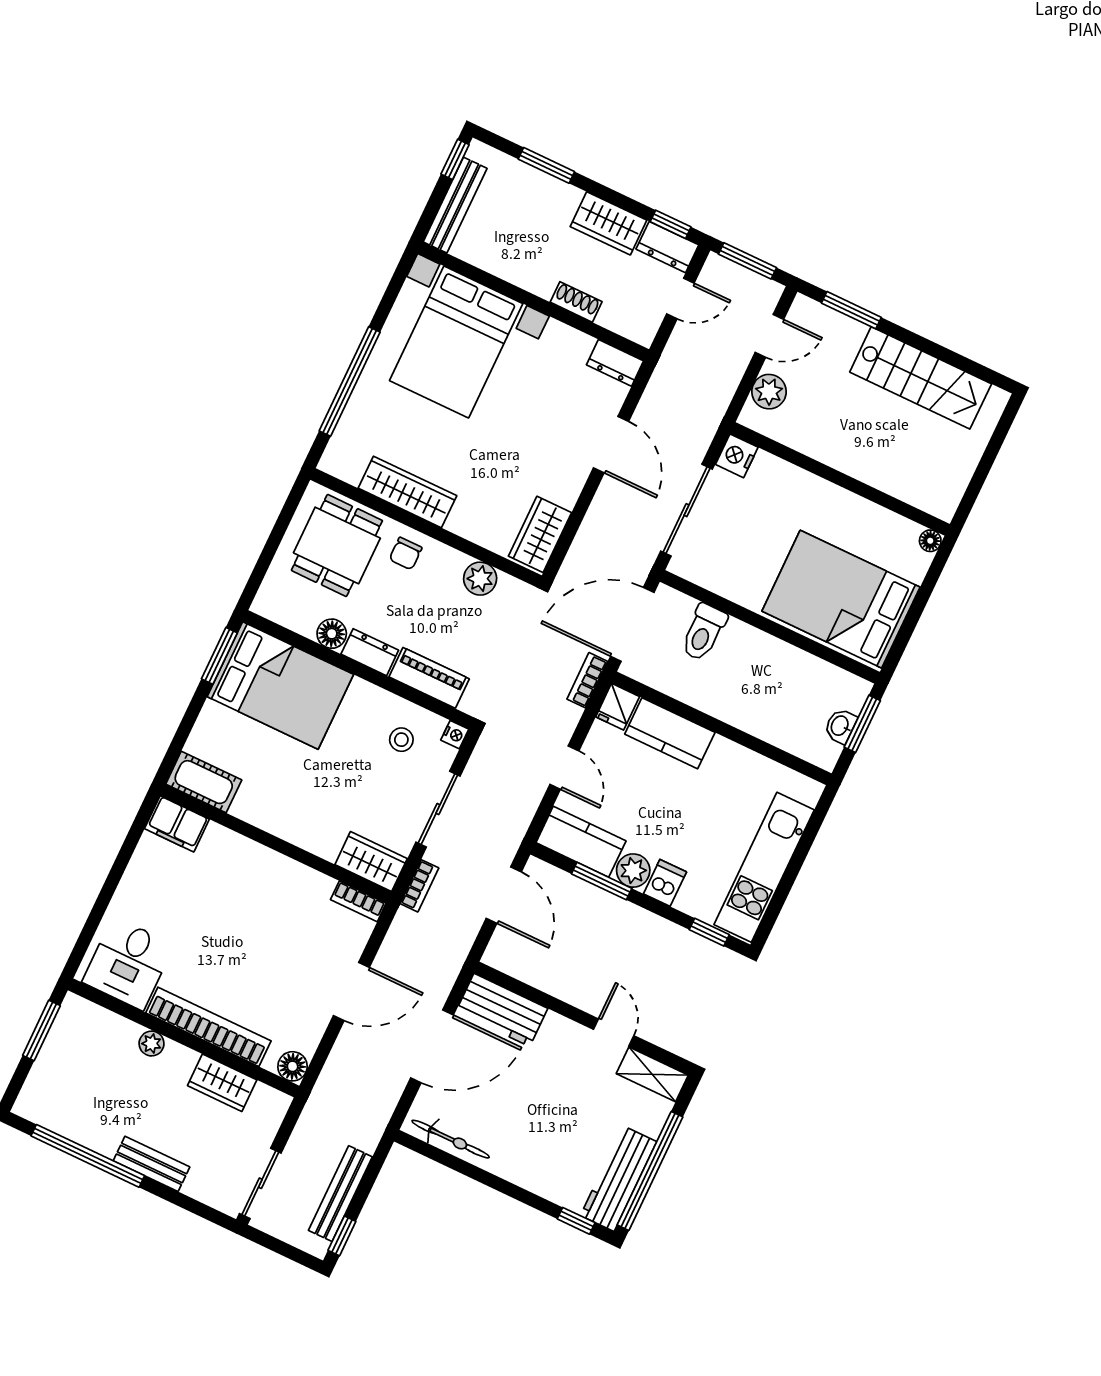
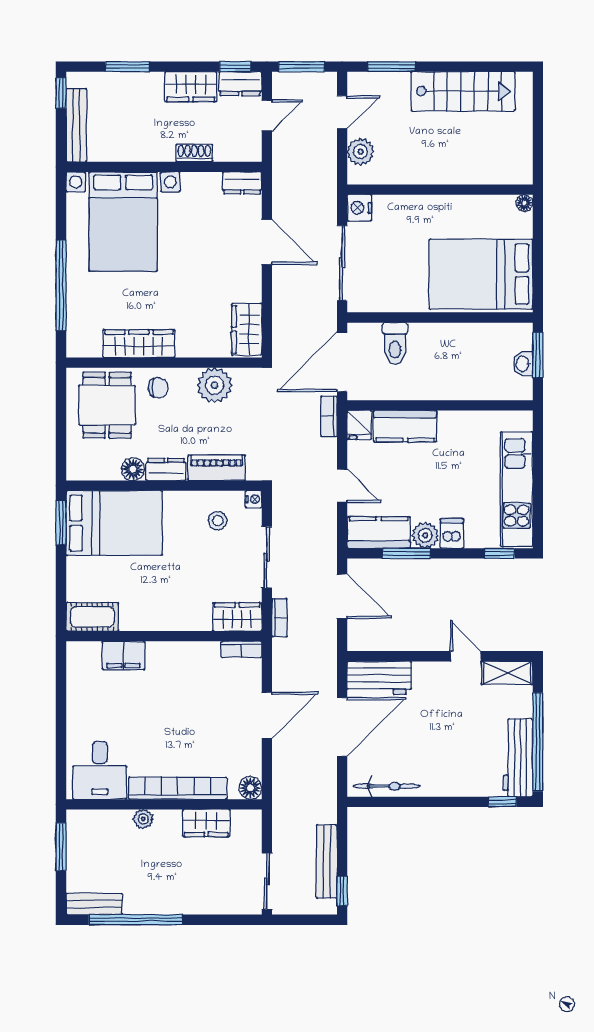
chair: (406, 553) -> (158, 388), turned -90
plant: (480, 579) -> (215, 385), width x1.36, depth x1.36
filing cabinet: (177, 824) -> (123, 655), moved
bench: (151, 1164) -> (94, 904), moved

